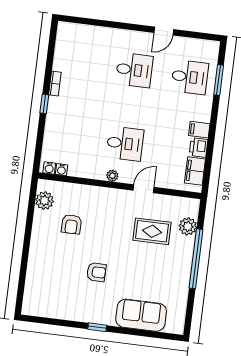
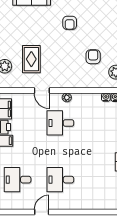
door: (144, 189) -> (42, 91), hinge flipped
rug: (152, 231) -> (31, 59), turned 90
armchair: (96, 272) -> (70, 23), turned -91

